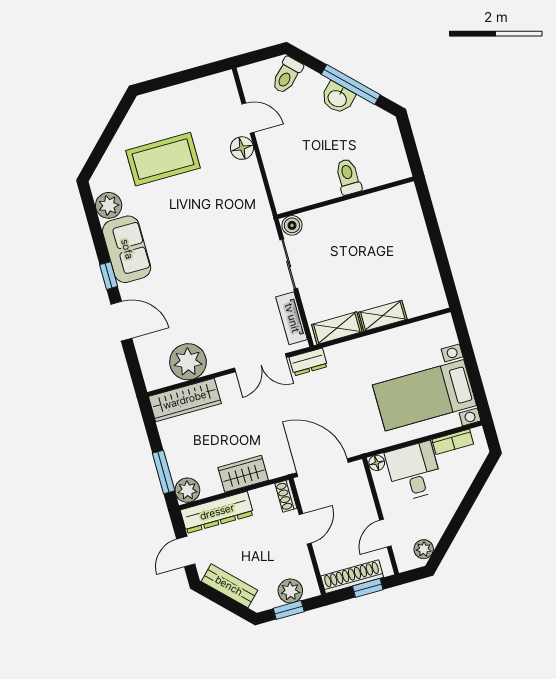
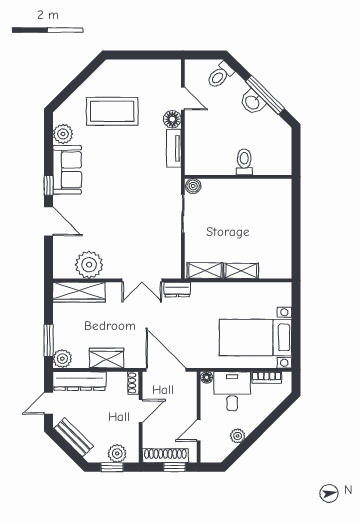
tv unit: (292, 318) -> (174, 148), moved
plant: (424, 549) -> (238, 436), moved

